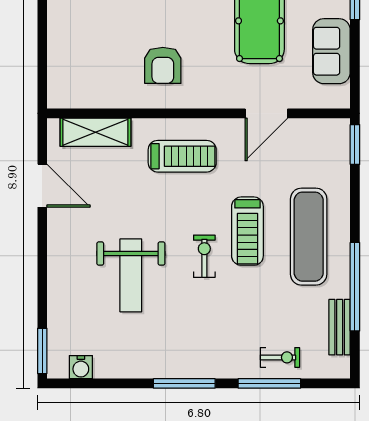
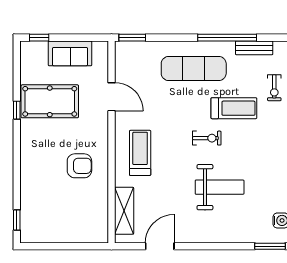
treadmill: (247, 231) -> (234, 108), moved
exercise bike: (204, 256) -> (207, 138), turned 180
exercise bike: (280, 357) -> (274, 88), turned 180

